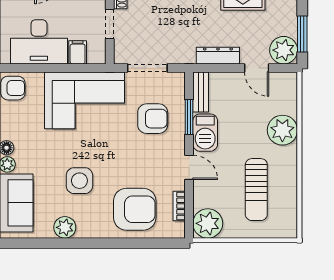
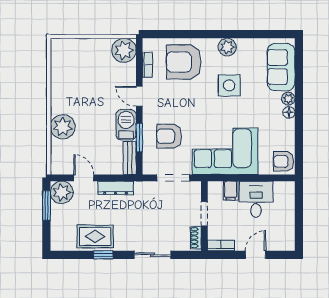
desk: (39, 42) -> (256, 199), width x0.73
sun lounger: (256, 190) -> (84, 78), removed
plant: (65, 227) -> (227, 47), moved

